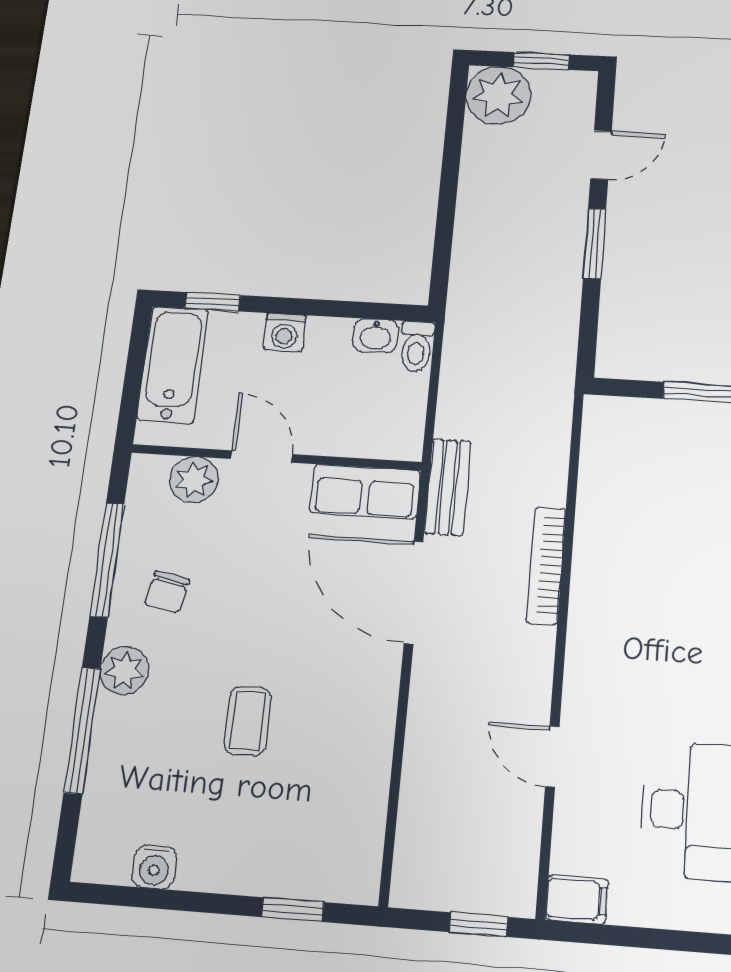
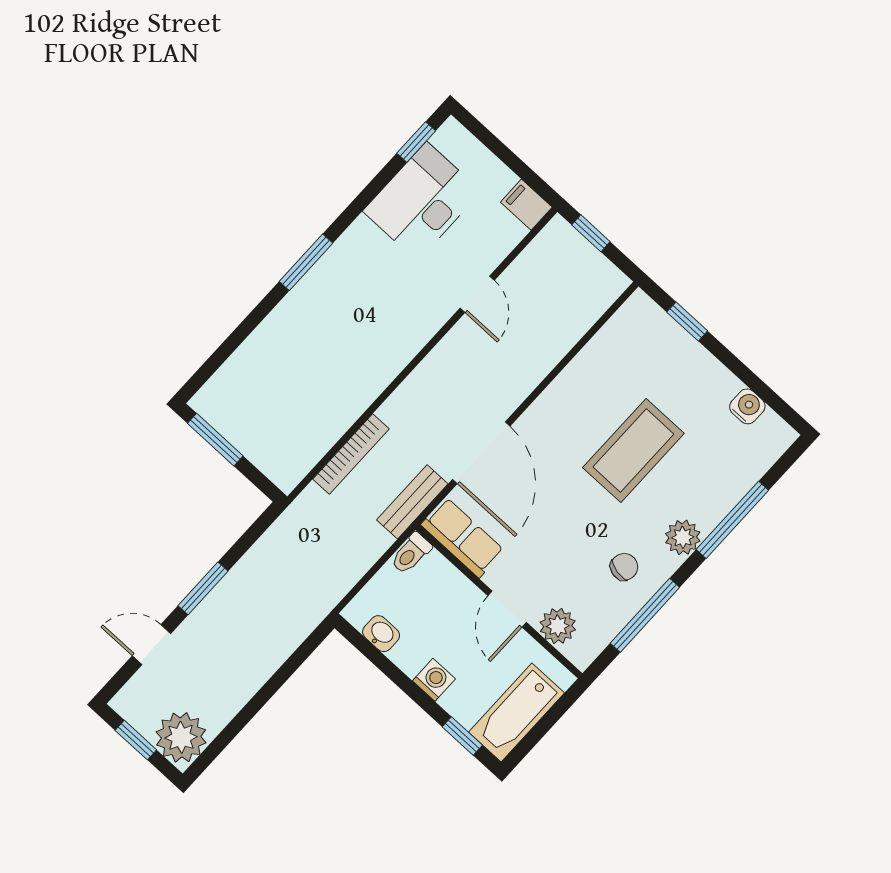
toilet: (416, 346) -> (411, 553), moved, turned 180
bookcase: (546, 565) -> (351, 454), moved
coffee table: (248, 721) -> (633, 451), width x1.86, depth x1.72

